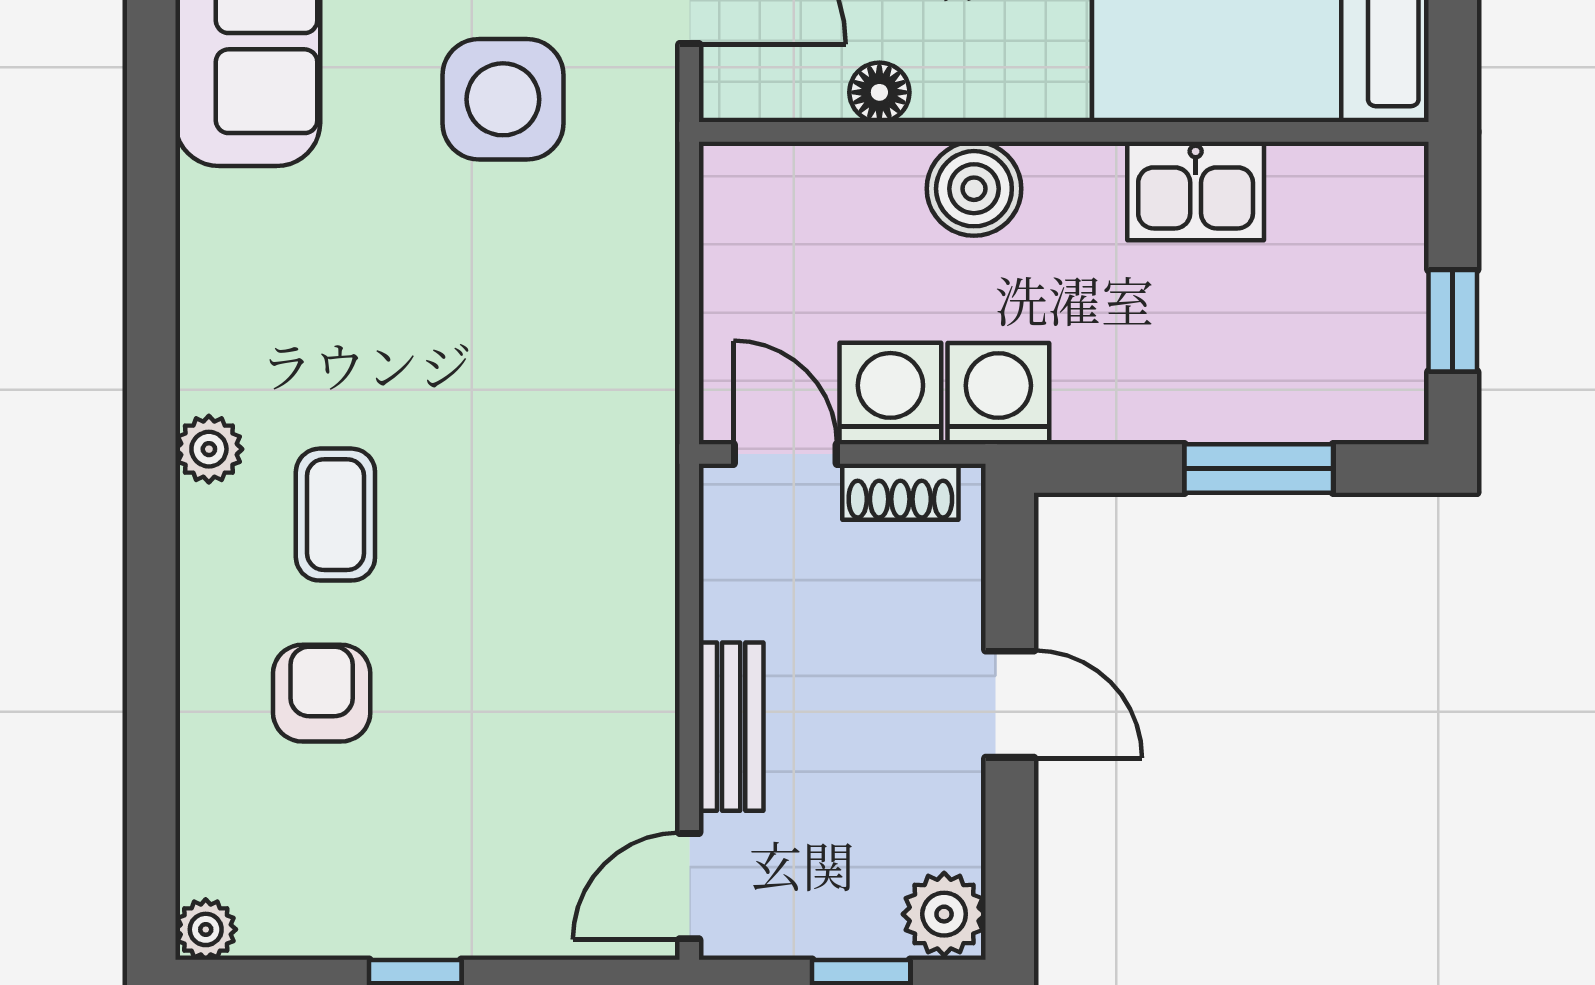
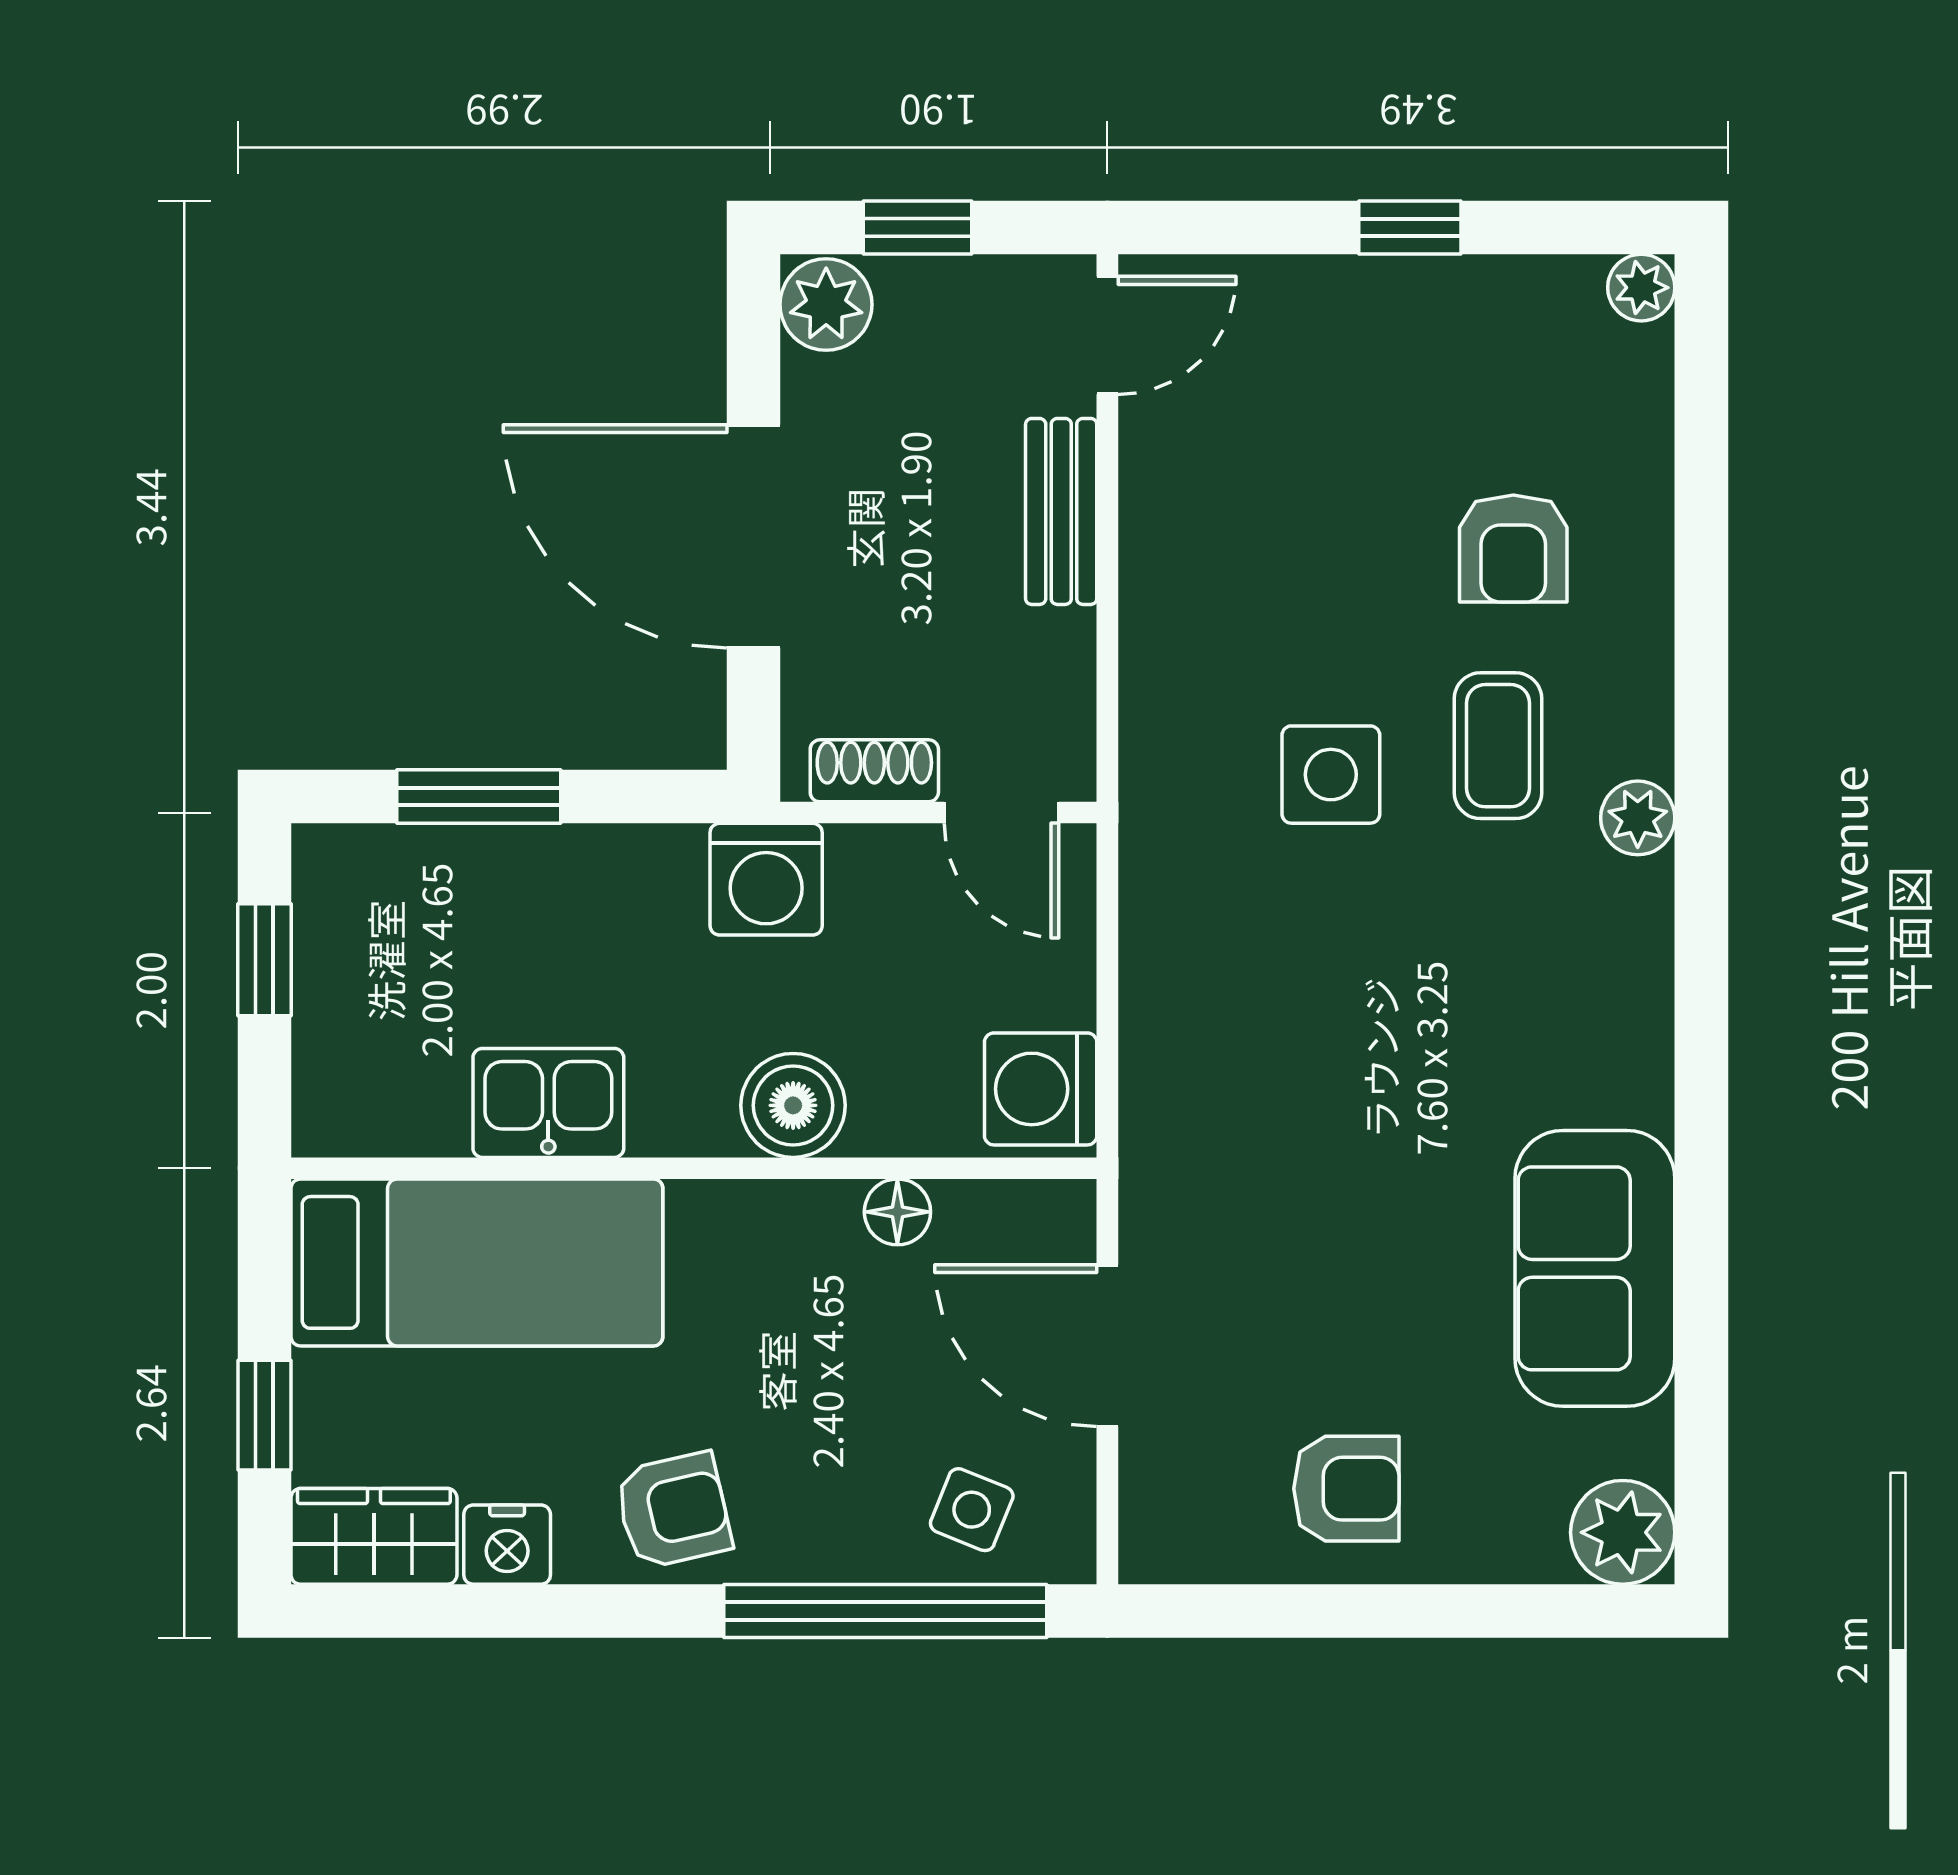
side table: (503, 99) -> (1331, 775), moved, width x0.73, depth x0.73
washing machine: (890, 394) -> (1041, 1089), moved, turned 90
door: (1010, 704) -> (754, 536), width x1.88

